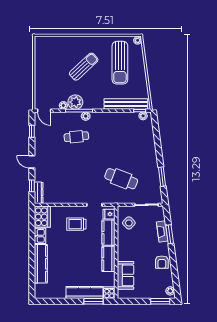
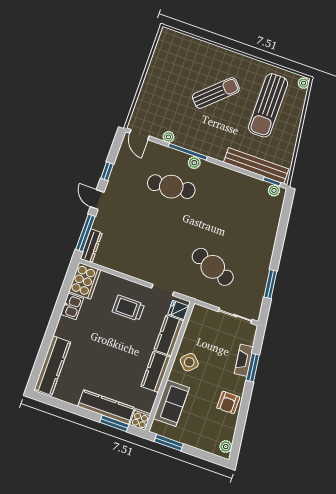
plant: (75, 102) -> (187, 138), removed
window: (32, 131) -> (107, 171), moved
cafe table: (76, 137) -> (171, 187), width x1.37, depth x1.35
window: (32, 186) -> (85, 233), width x2.17
side table: (129, 223) -> (189, 362), moved
kitchen counter: (41, 264) -> (52, 366), moved
window: (160, 301) -> (169, 443), moved

